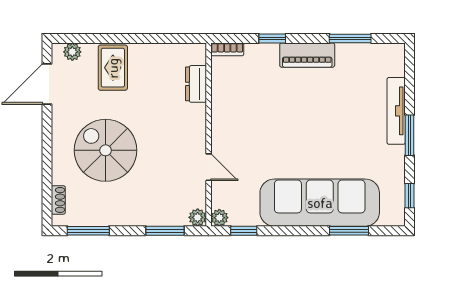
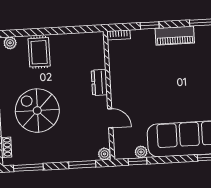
dresser: (196, 84) -> (99, 82), moved
plant: (219, 218) -> (141, 152), moved

